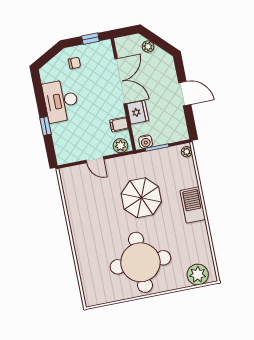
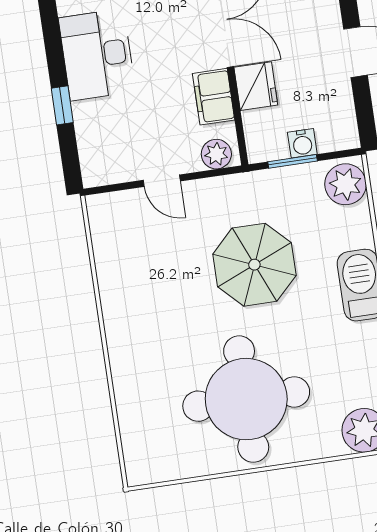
filing cabinet: (119, 124) -> (214, 97), width x2.00
water cooler: (146, 142) -> (302, 143), moved
plant: (187, 152) -> (345, 184), width x1.87, depth x1.87

